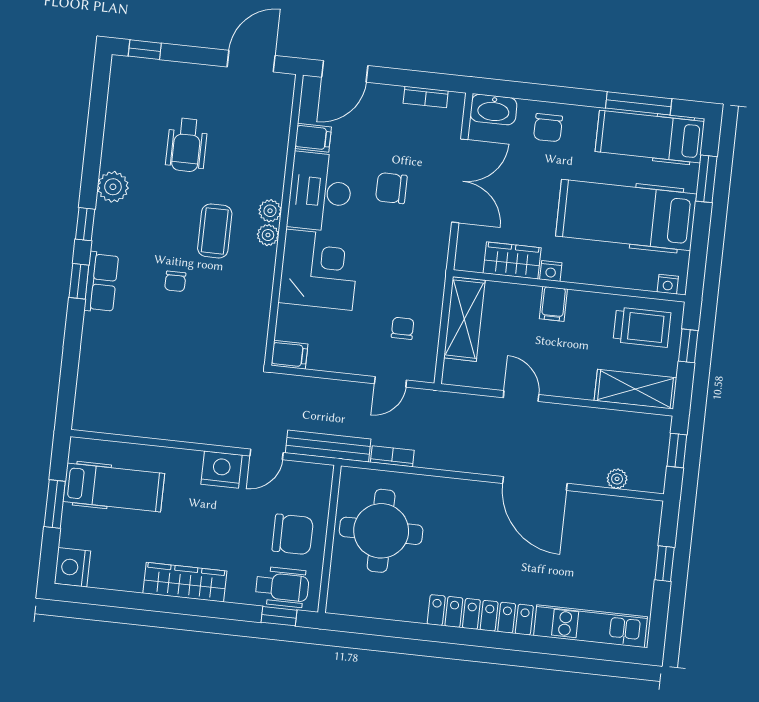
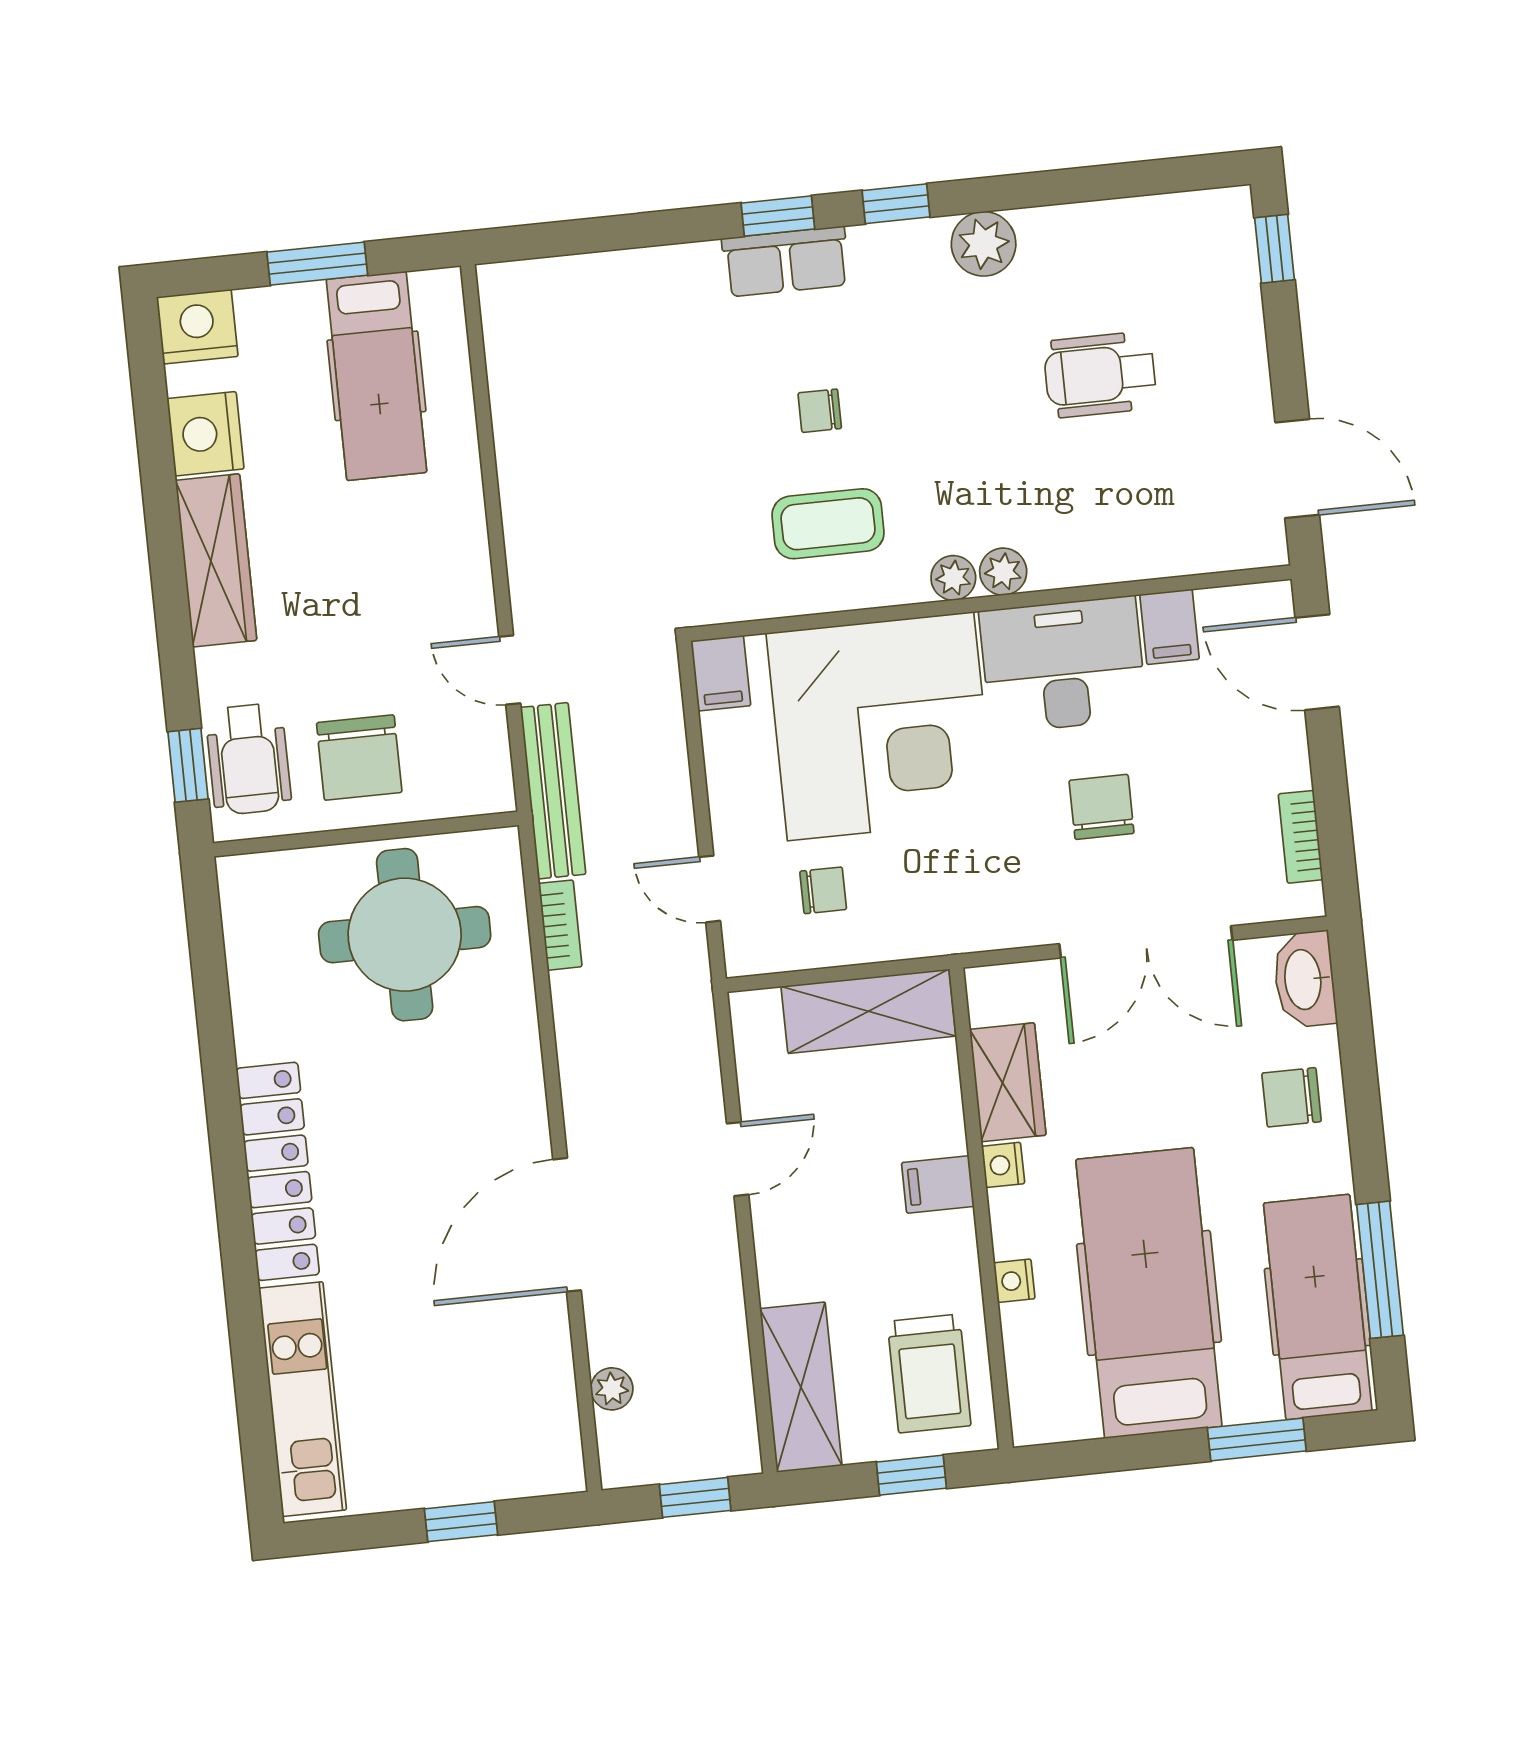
coffee table: (215, 231) -> (828, 524), moved
corner desk: (319, 270) -> (880, 726), width x1.36, depth x1.36
nightstand: (668, 284) -> (1014, 1281), moved
nightstand: (221, 470) -> (205, 434), moved, turned 180

